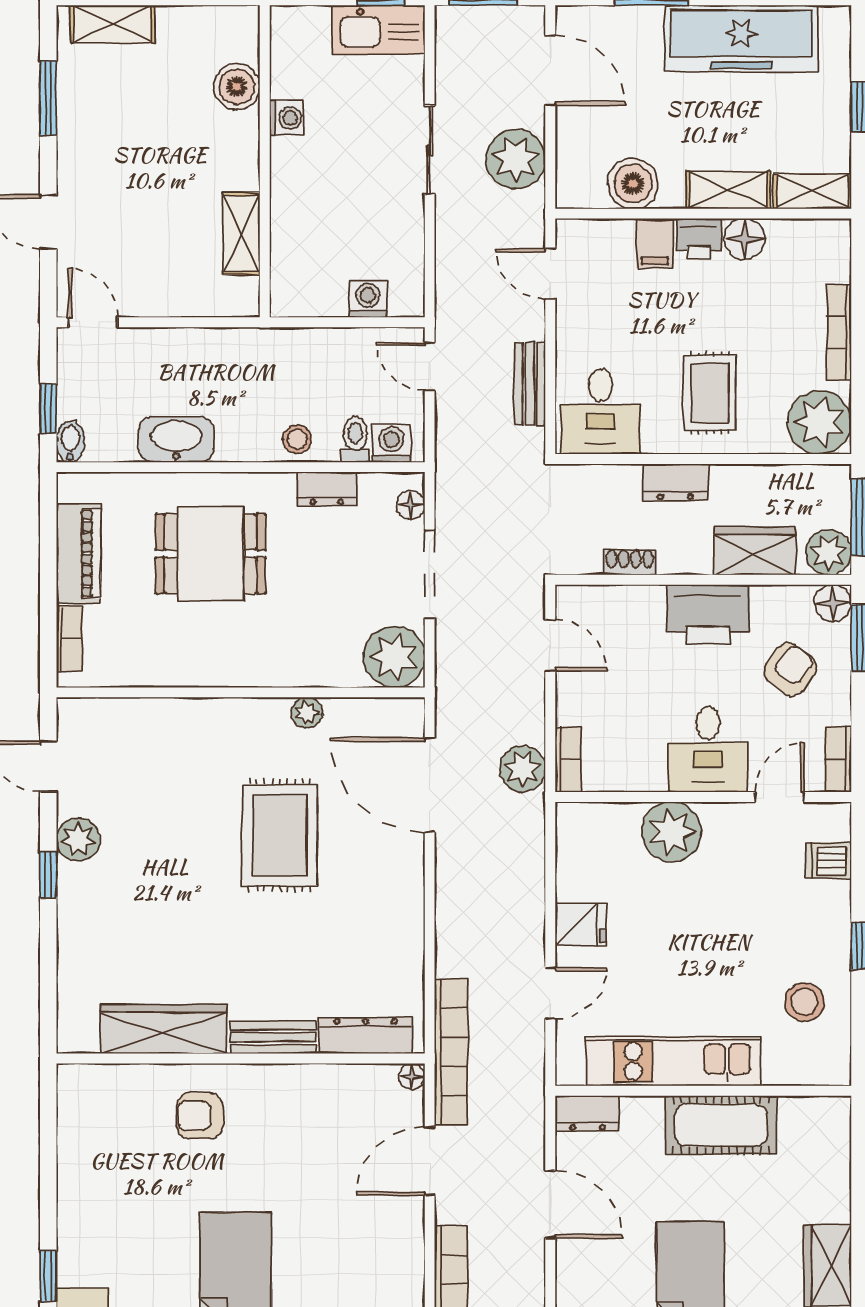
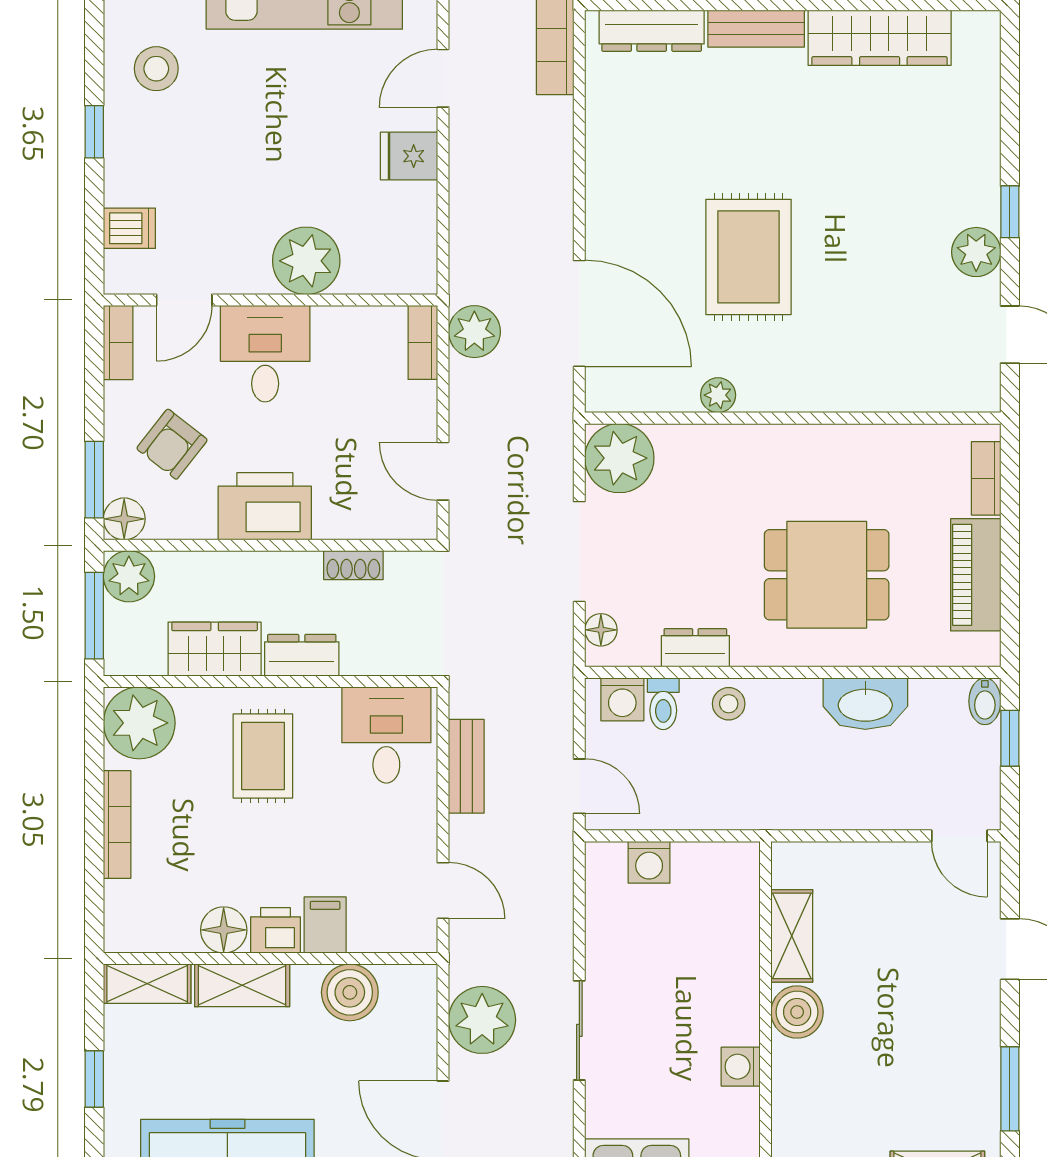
boiler: (237, 87) -> (797, 1012), moved
wardrobe: (755, 551) -> (215, 649), moved, turned 180

